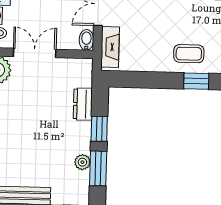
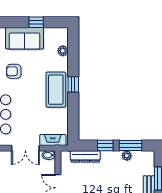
coffee table: (189, 54) -> (56, 90), width x1.86, depth x1.72
dresser: (83, 104) -> (85, 156), width x1.44

